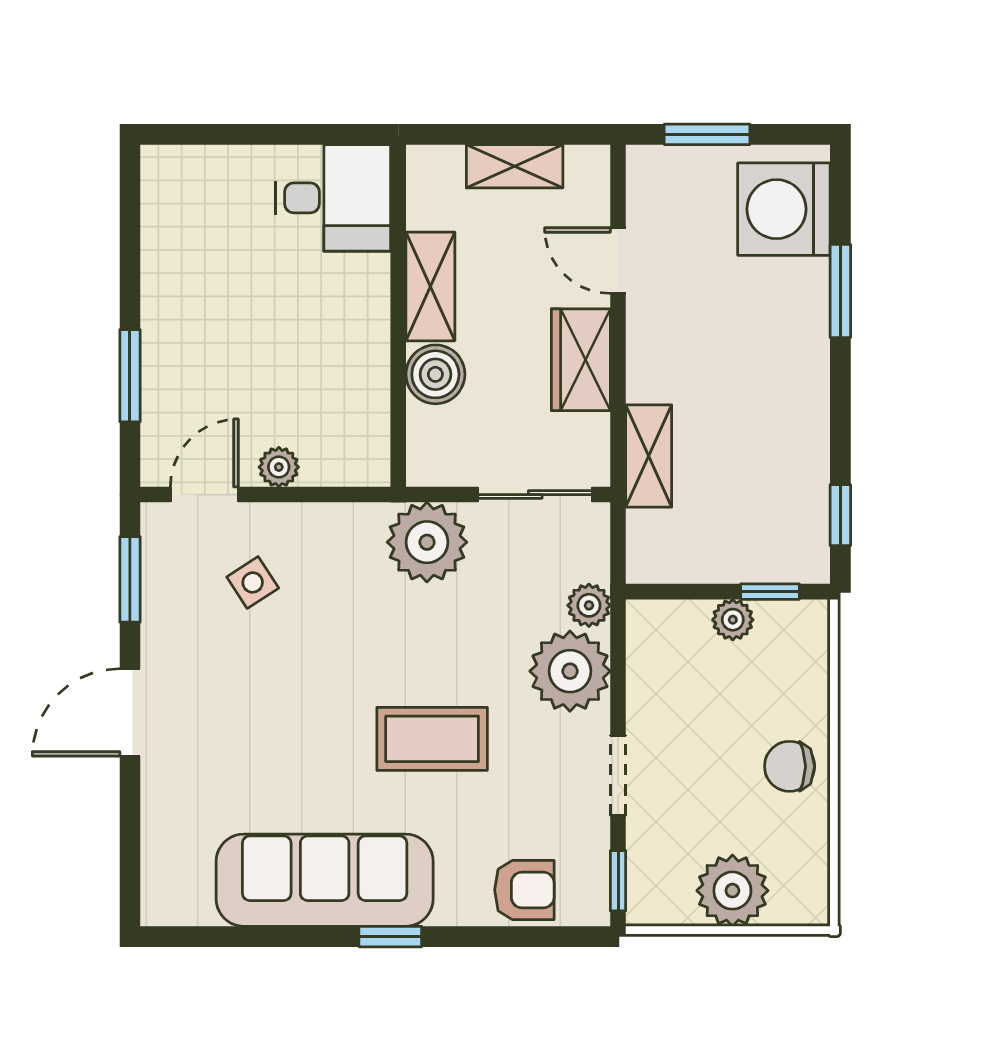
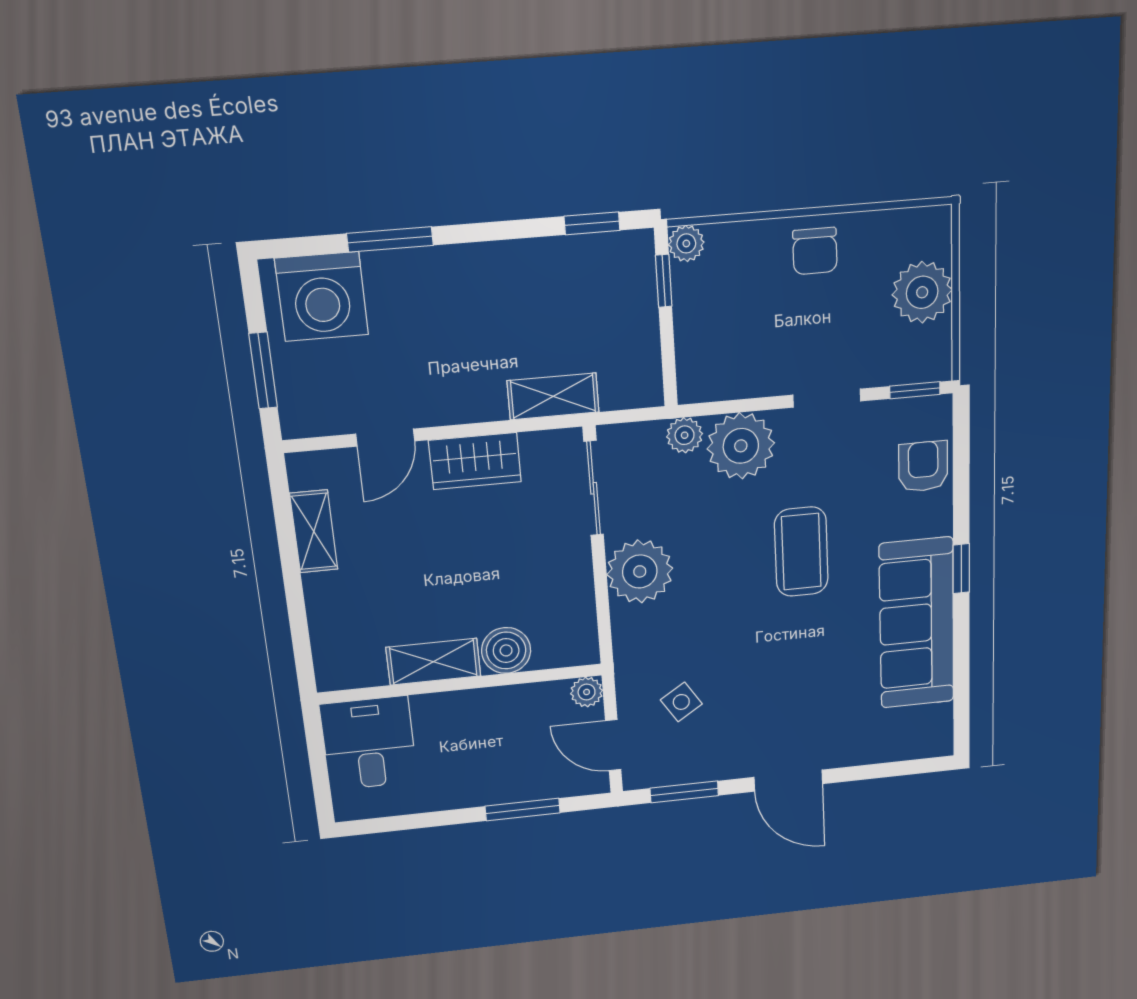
desk: (333, 198) -> (369, 743), moved
shelving: (430, 286) -> (433, 662), moved
wall: (398, 316) -> (460, 684), moved
boiler: (435, 374) -> (506, 650), moved
plant: (733, 620) -> (686, 243), moved

